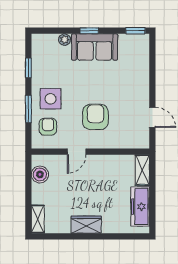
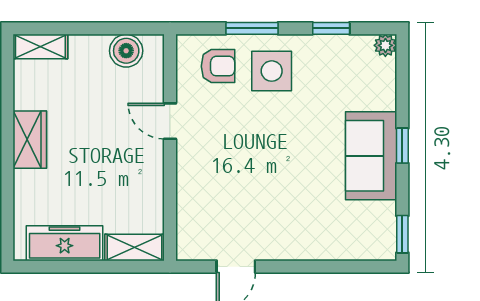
plant: (65, 40) -> (385, 45), moved
armchair: (95, 117) -> (237, 157), removed

